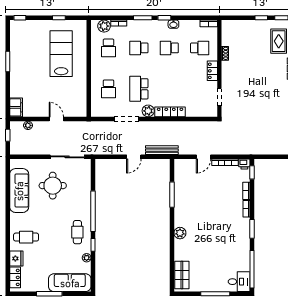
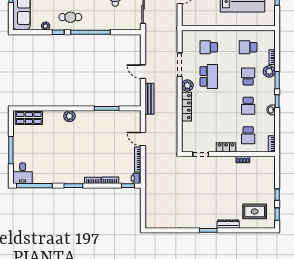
plant: (104, 26) -> (269, 71), moved
school desk: (169, 48) -> (248, 106), turned 180
school desk: (139, 89) -> (209, 77), turned 90

